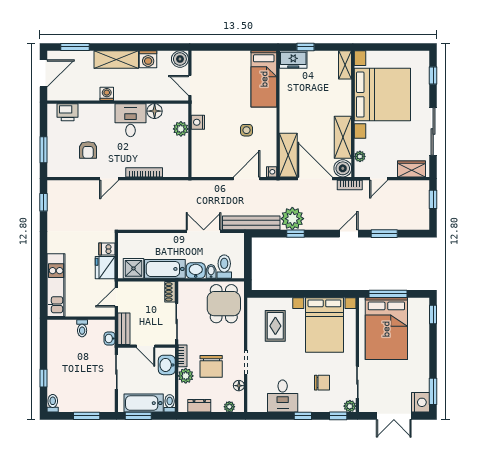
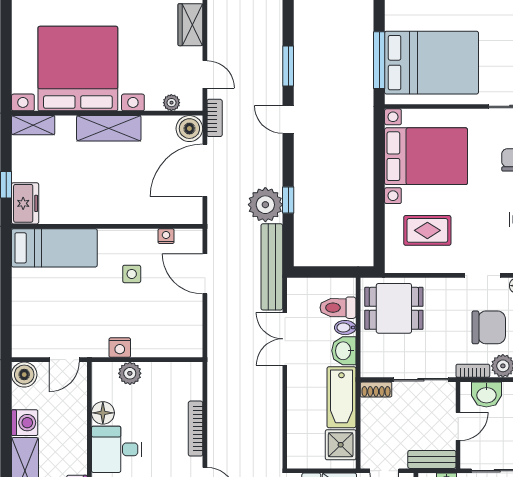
shelving: (343, 137) -> (109, 128), moved
shelving: (288, 155) -> (169, 211), removed
nightstand: (272, 172) -> (166, 236), moved

